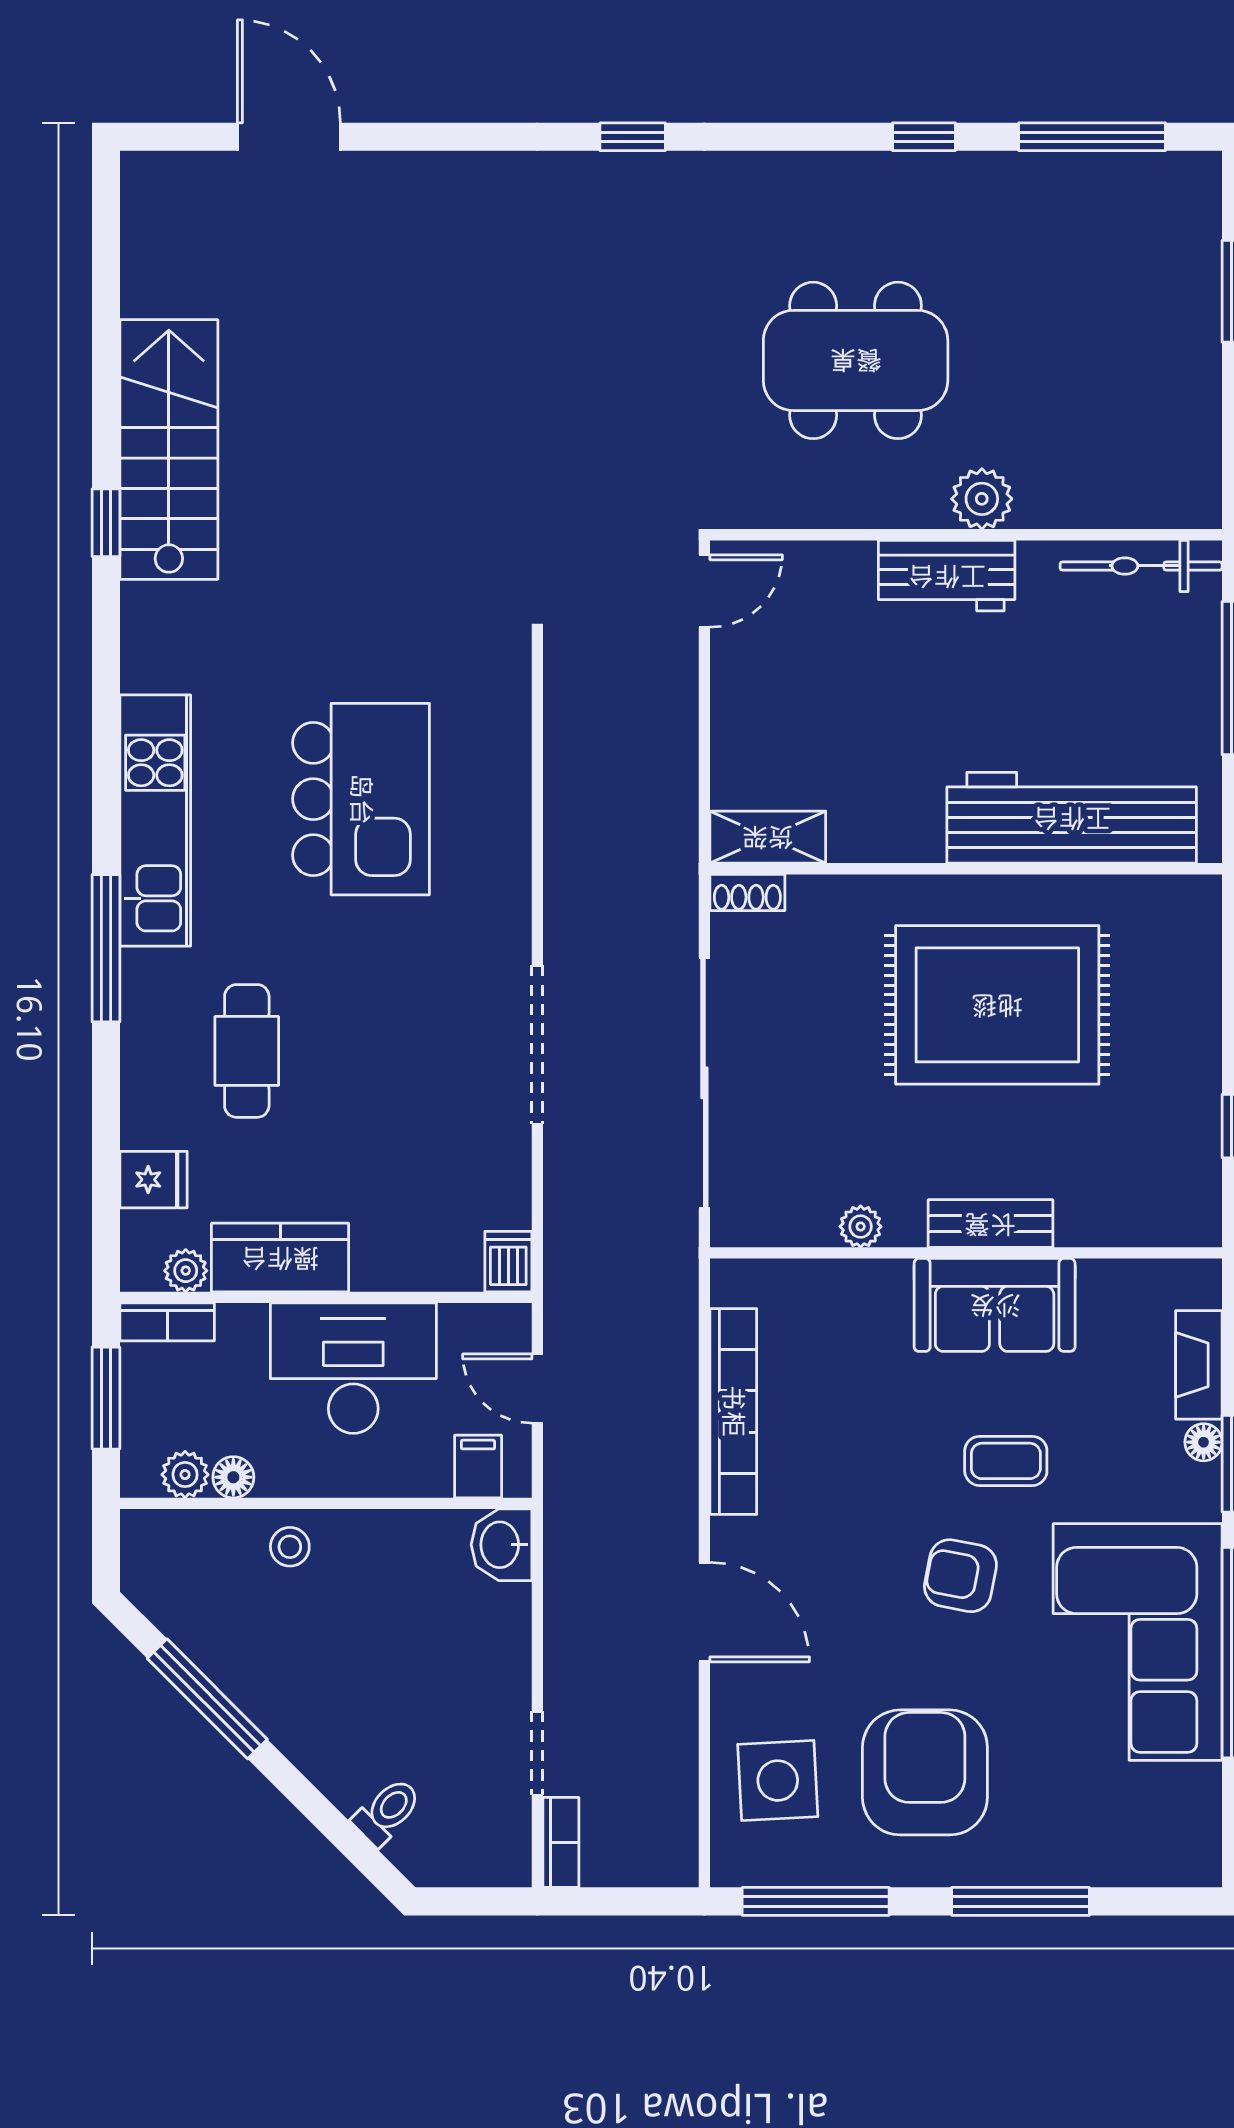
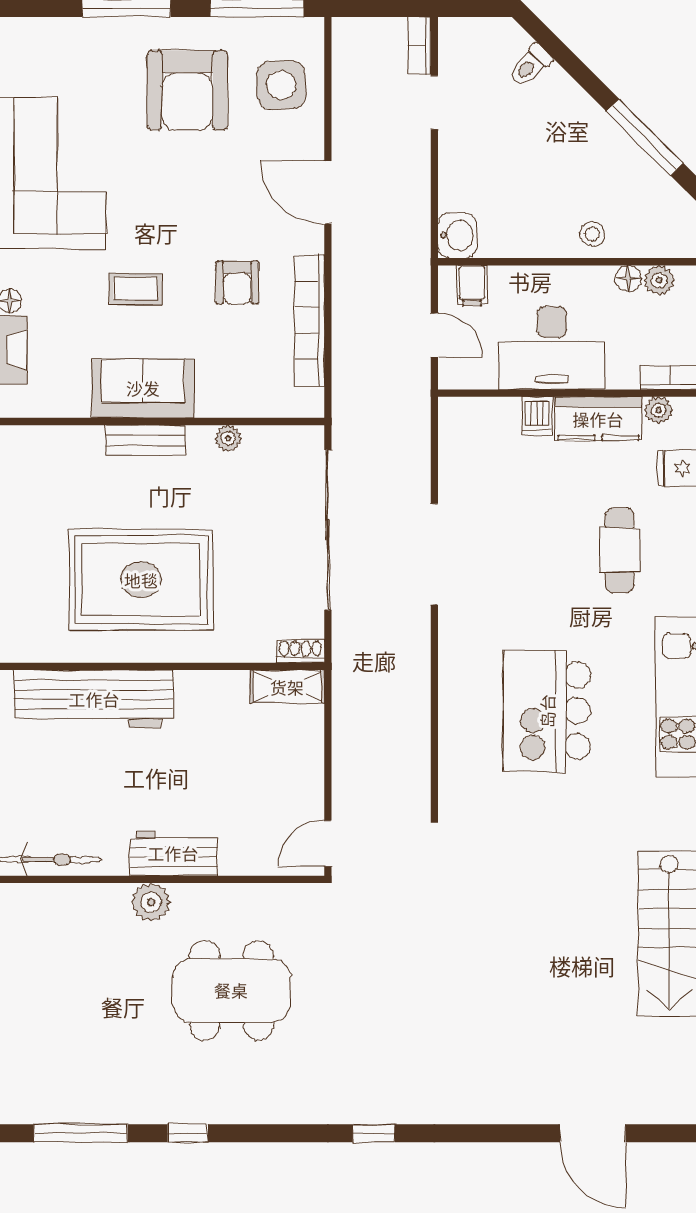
dishwasher: (508, 1262) -> (537, 416), moved
armchair: (960, 1576) -> (237, 283), moved, turned 79

